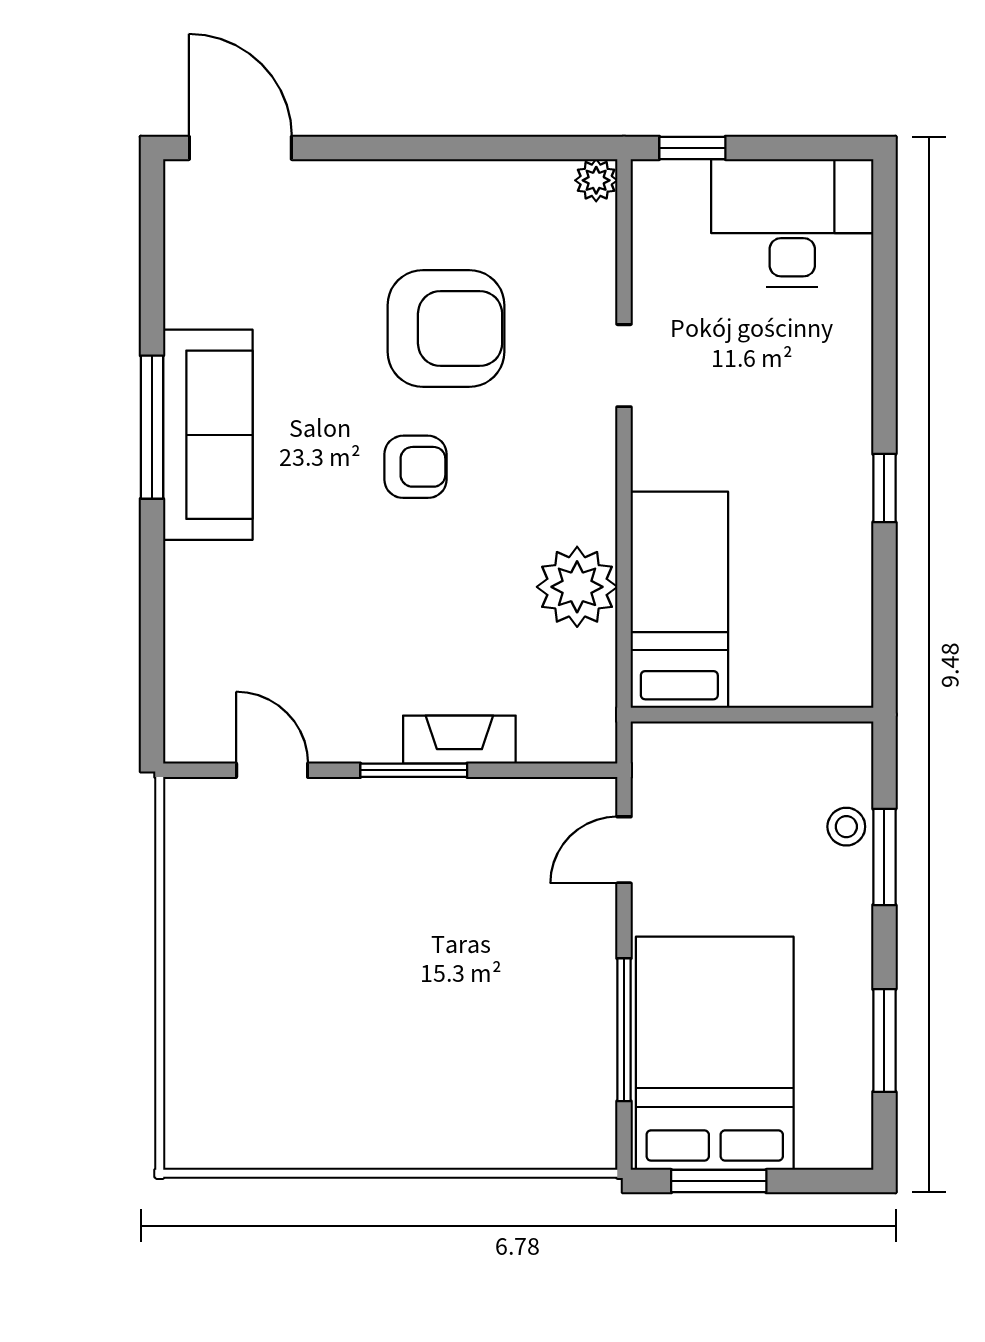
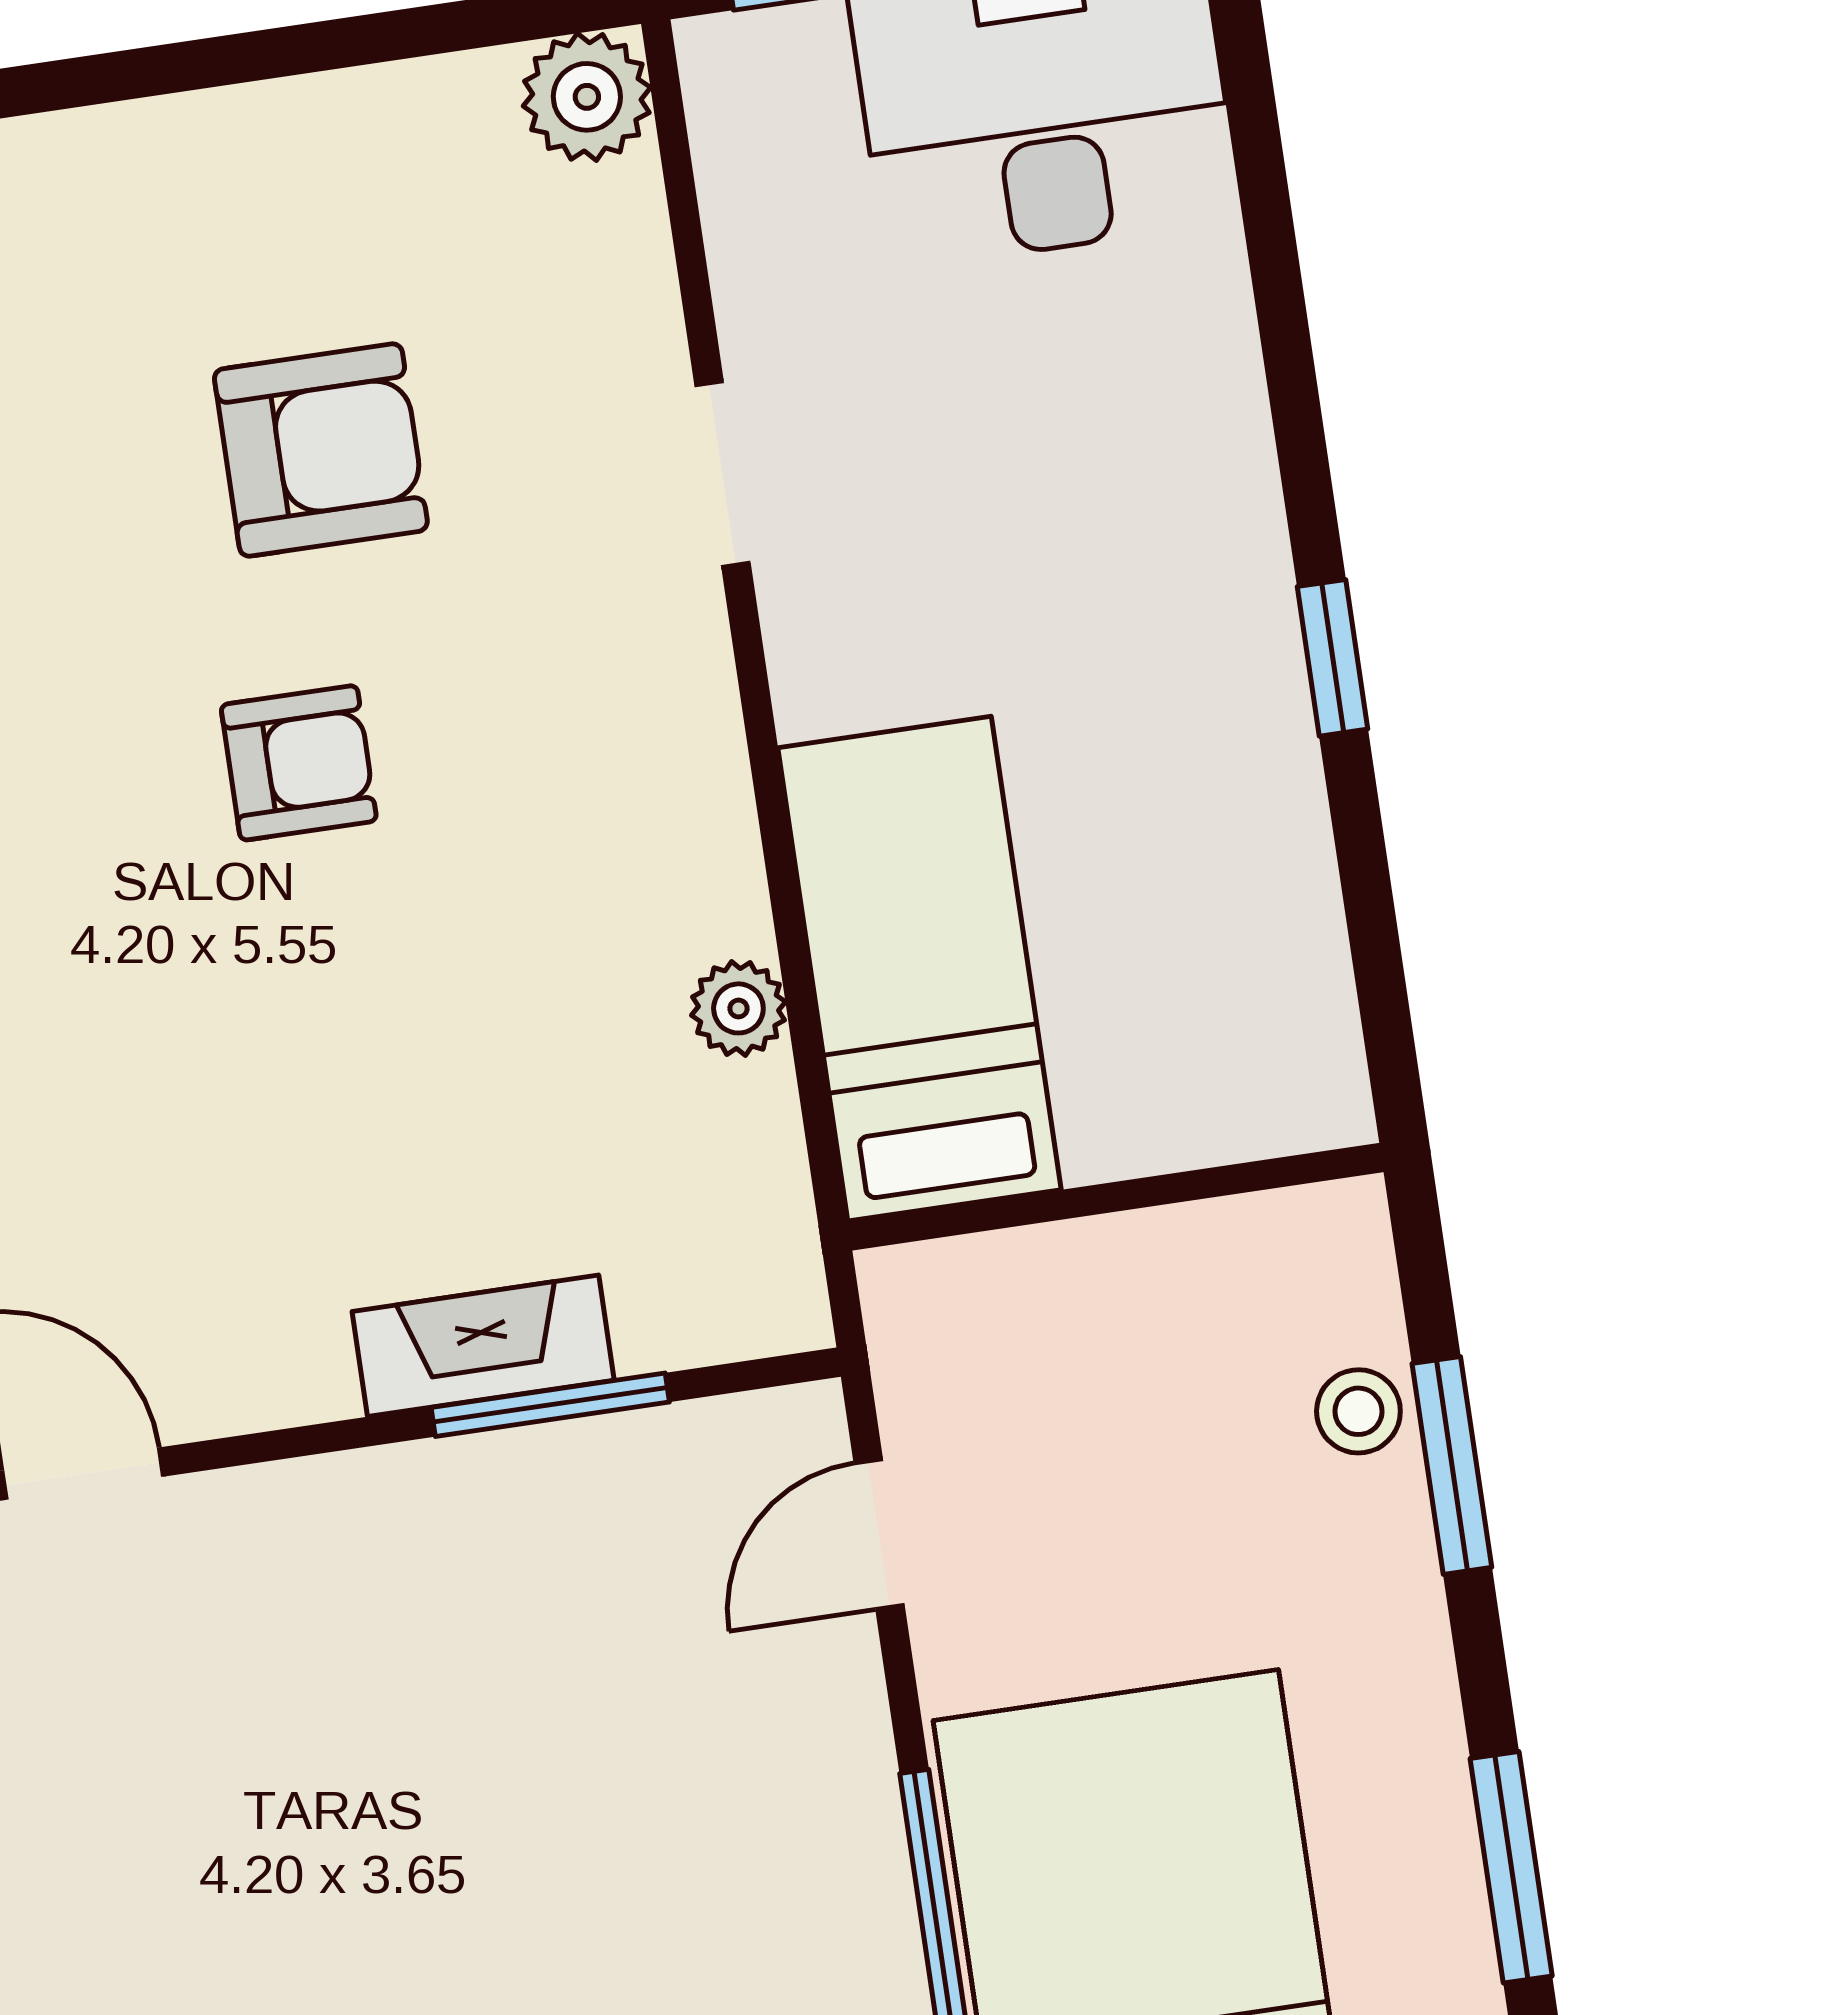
plant: (596, 180) -> (587, 97), width x1.38, depth x1.38
armchair: (446, 328) -> (321, 450), width x0.73, depth x0.73
plant: (577, 587) -> (738, 1008), width x0.53, depth x0.53
window: (414, 770) -> (550, 1405), moved

